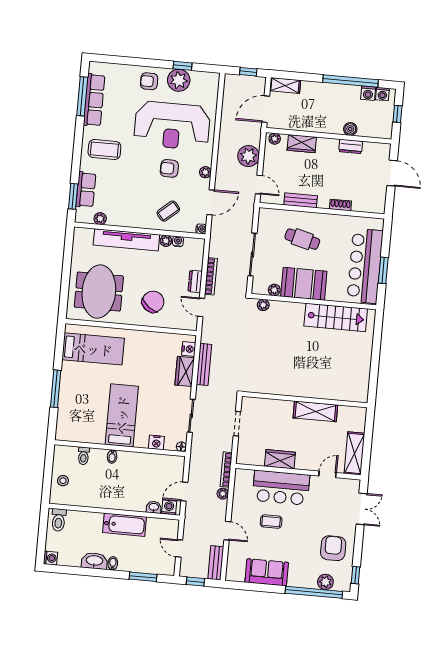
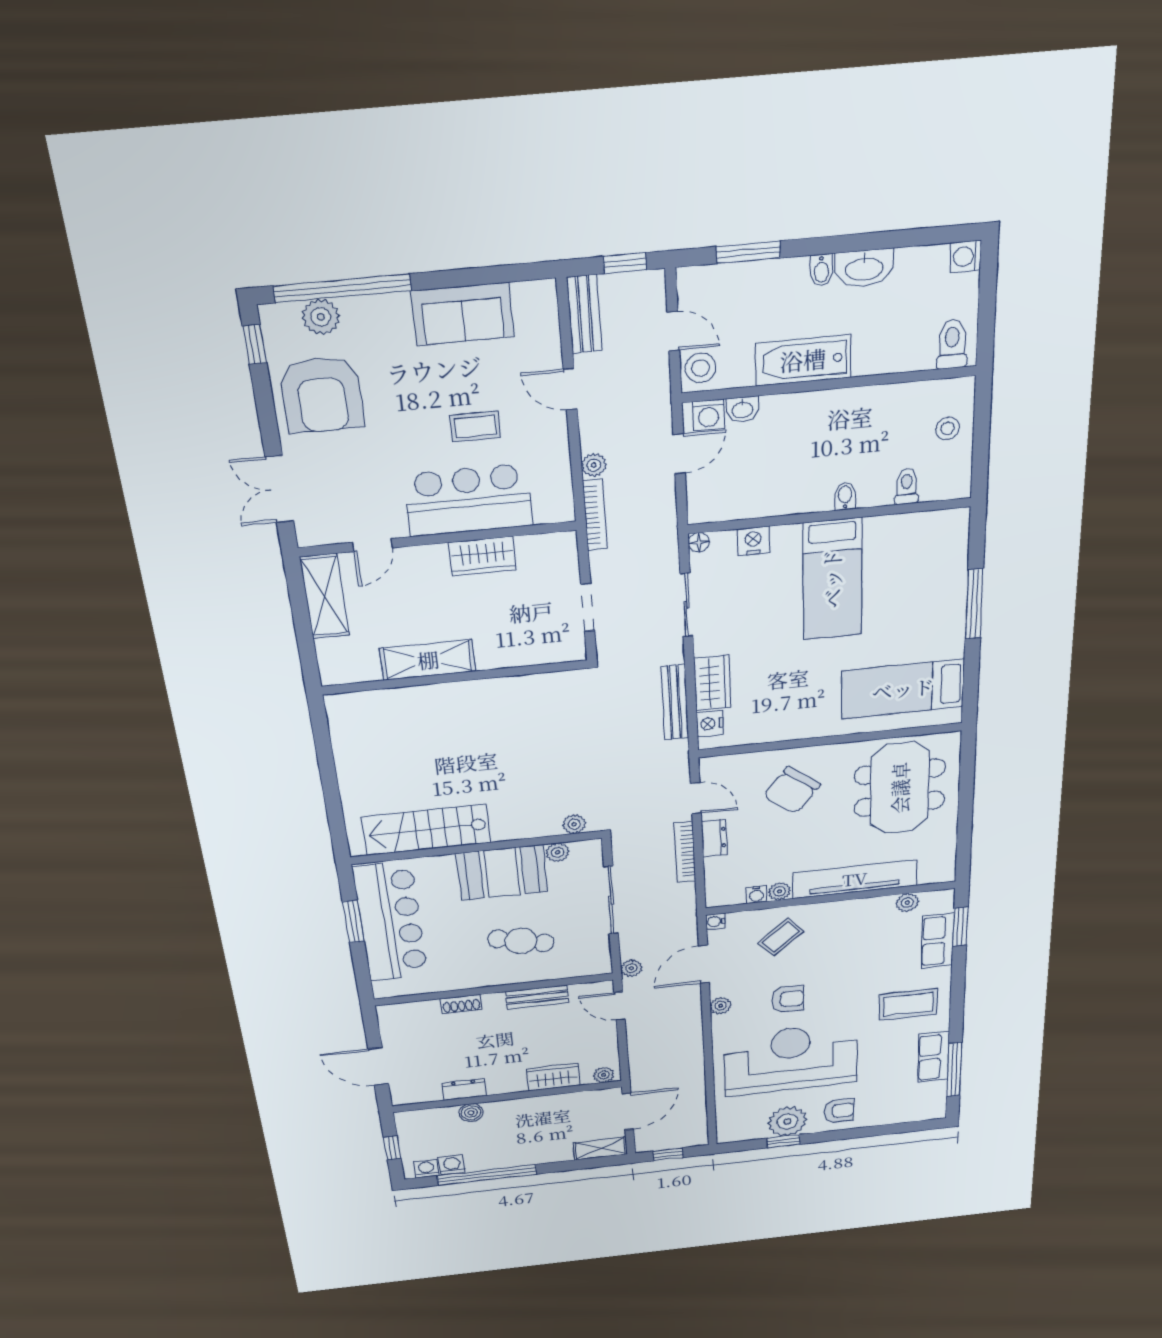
row of seats: (94, 100) -> (933, 1057), width x0.68
plant: (248, 156) -> (631, 968), moved, width x0.53, depth x0.53
stool: (170, 530) -> (701, 368), added
armchair: (333, 548) -> (322, 395), width x1.36, depth x1.36

